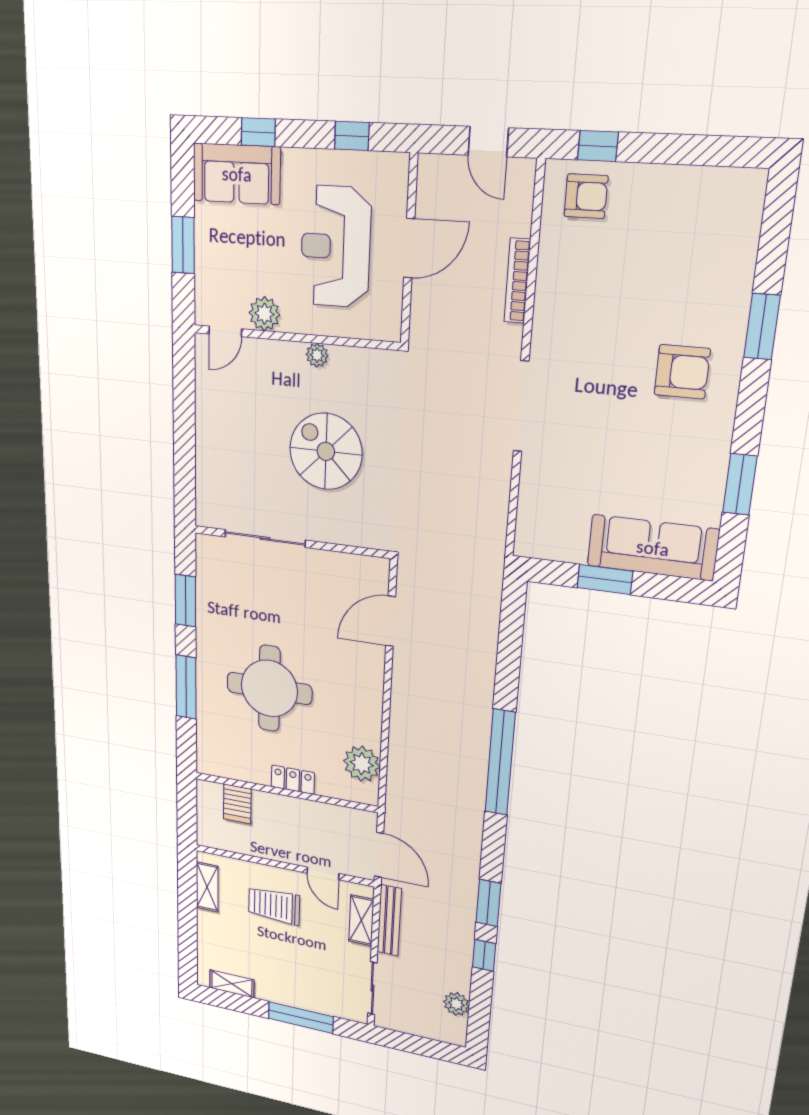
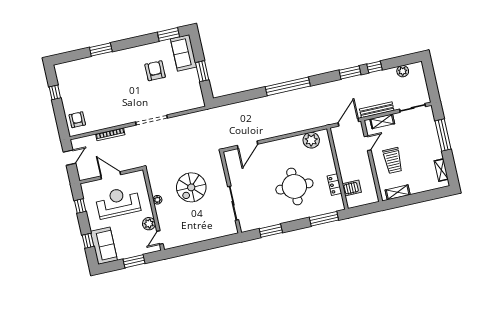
window: (598, 146) -> (55, 92), moved
reception desk: (335, 247) -> (118, 202), turned 180
door: (225, 331) -> (160, 238), swing flipped
armchair: (682, 372) -> (155, 71), moved
window: (740, 484) -> (168, 34), moved
sofa: (653, 548) -> (184, 53), width x0.73
door: (391, 621) -> (248, 145), hinge flipped
window: (186, 687) -> (324, 219), moved
locker: (293, 780) -> (334, 185), moved

